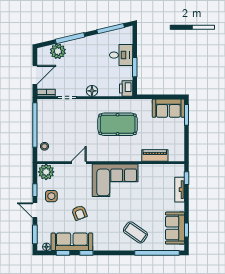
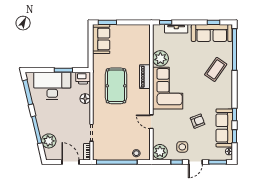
desk: (121, 55) -> (52, 86), width x1.87, depth x1.30
floor lamp: (92, 91) -> (85, 99), moved
piano: (155, 156) -> (145, 77), moved
plant: (147, 172) -> (160, 58), added
sofa: (175, 228) -> (212, 33), width x1.36

